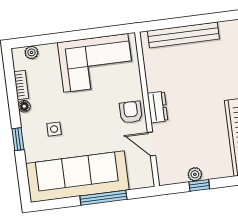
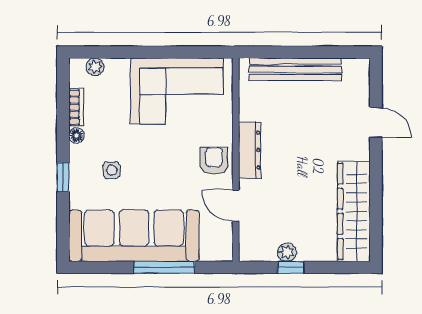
dresser: (158, 107) -> (250, 150), width x1.44

